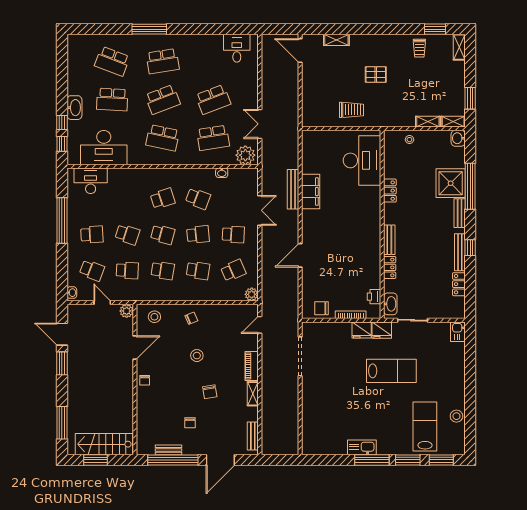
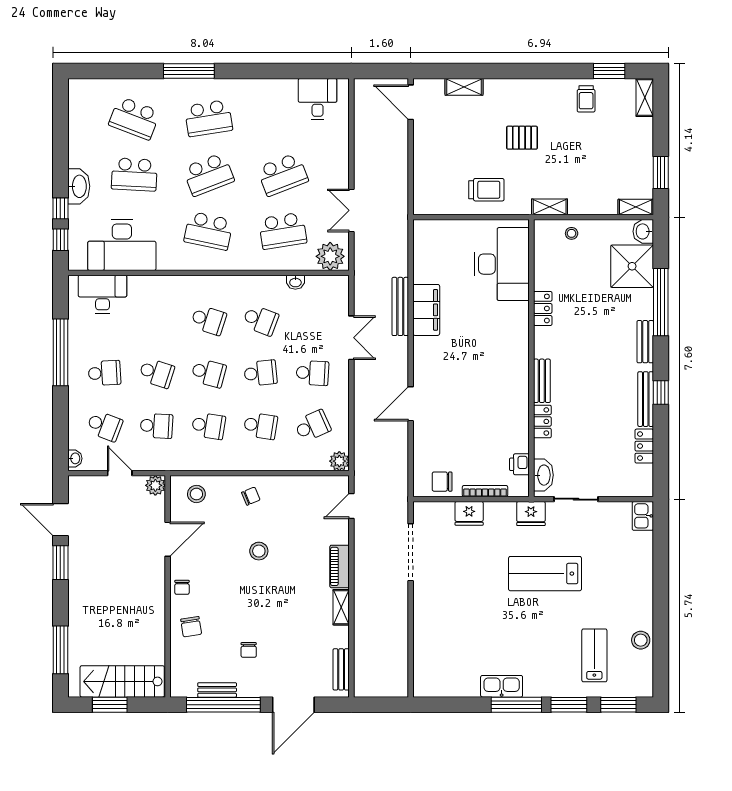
shelving: (428, 122) -> (550, 207), moved
shower: (451, 183) -> (632, 266), moved
school desk: (163, 199) -> (208, 320), turned 36
fridge: (362, 330) -> (469, 513), moved
lab bench: (391, 371) -> (545, 574), turned 180
chair: (210, 392) -> (191, 627), moved
lab bench: (425, 426) -> (594, 655), width x0.73, depth x0.72

